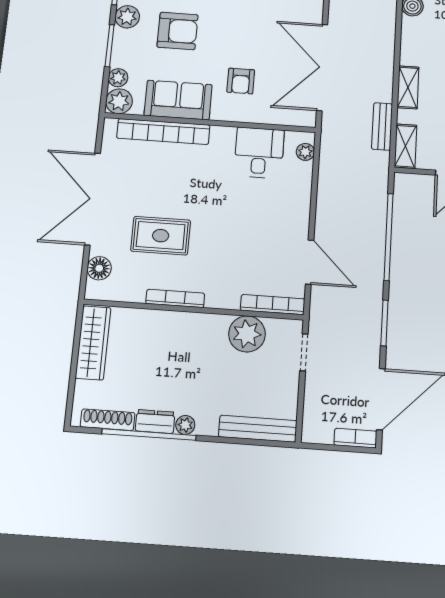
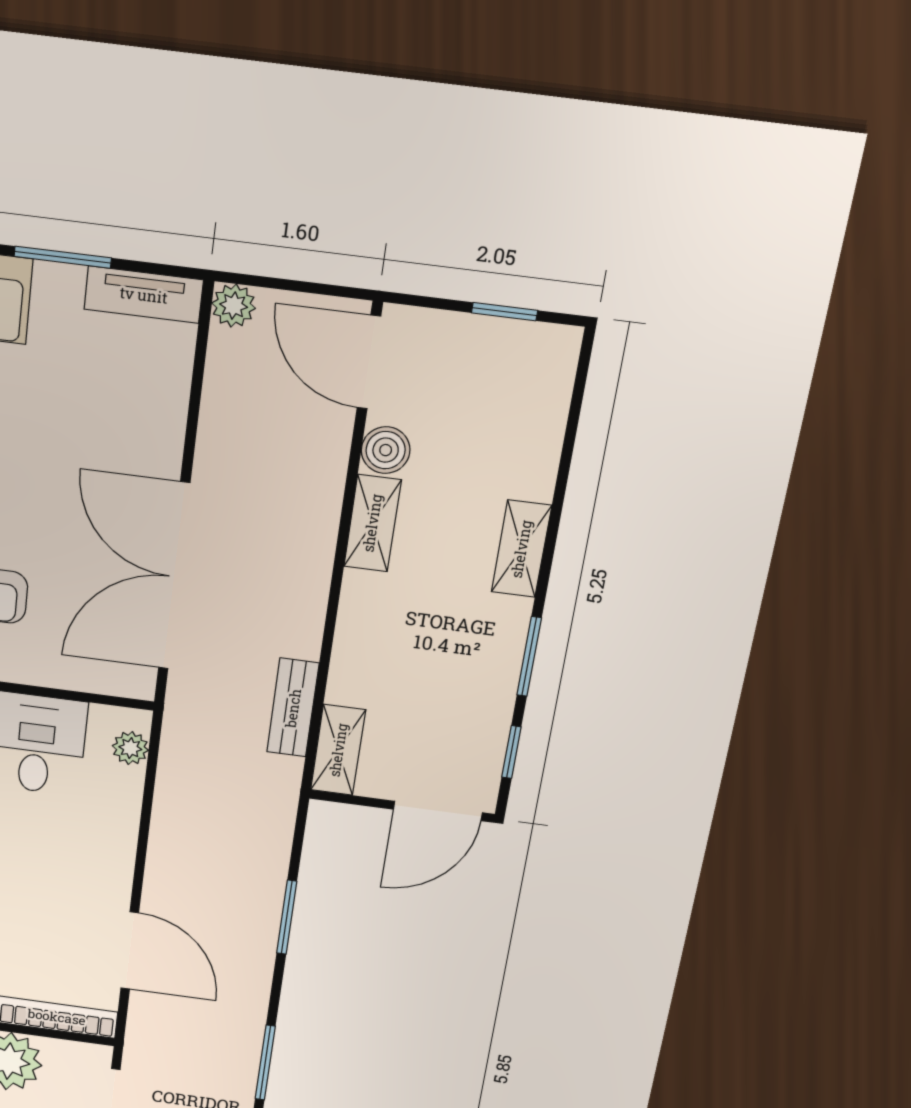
shelving: (408, 87) -> (372, 523), moved
window: (389, 237) -> (287, 917), width x0.47

